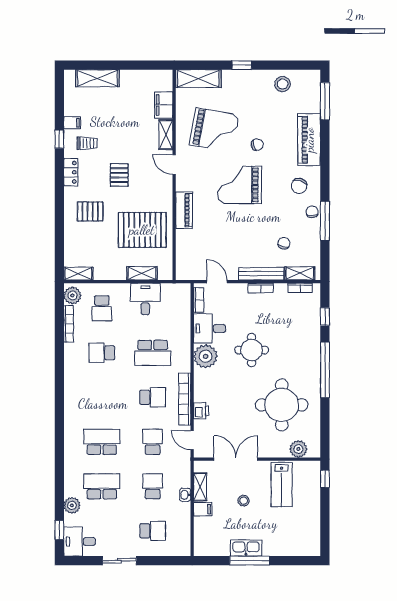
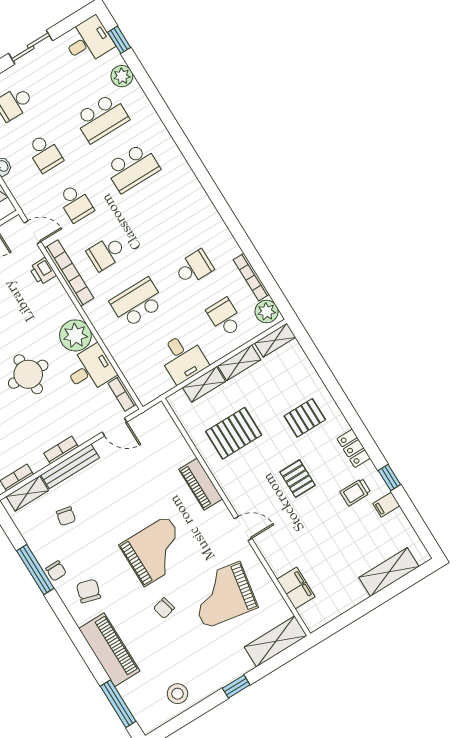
shelving: (166, 135) -> (239, 363), moved, turned 90
pallet: (142, 230) -> (234, 433), width x0.73, depth x0.71

